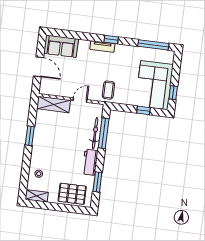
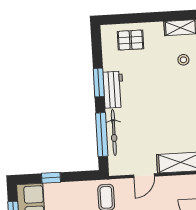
window: (97, 182) -> (99, 82), moved
pallet: (72, 194) -> (130, 40), width x0.67, depth x0.71

